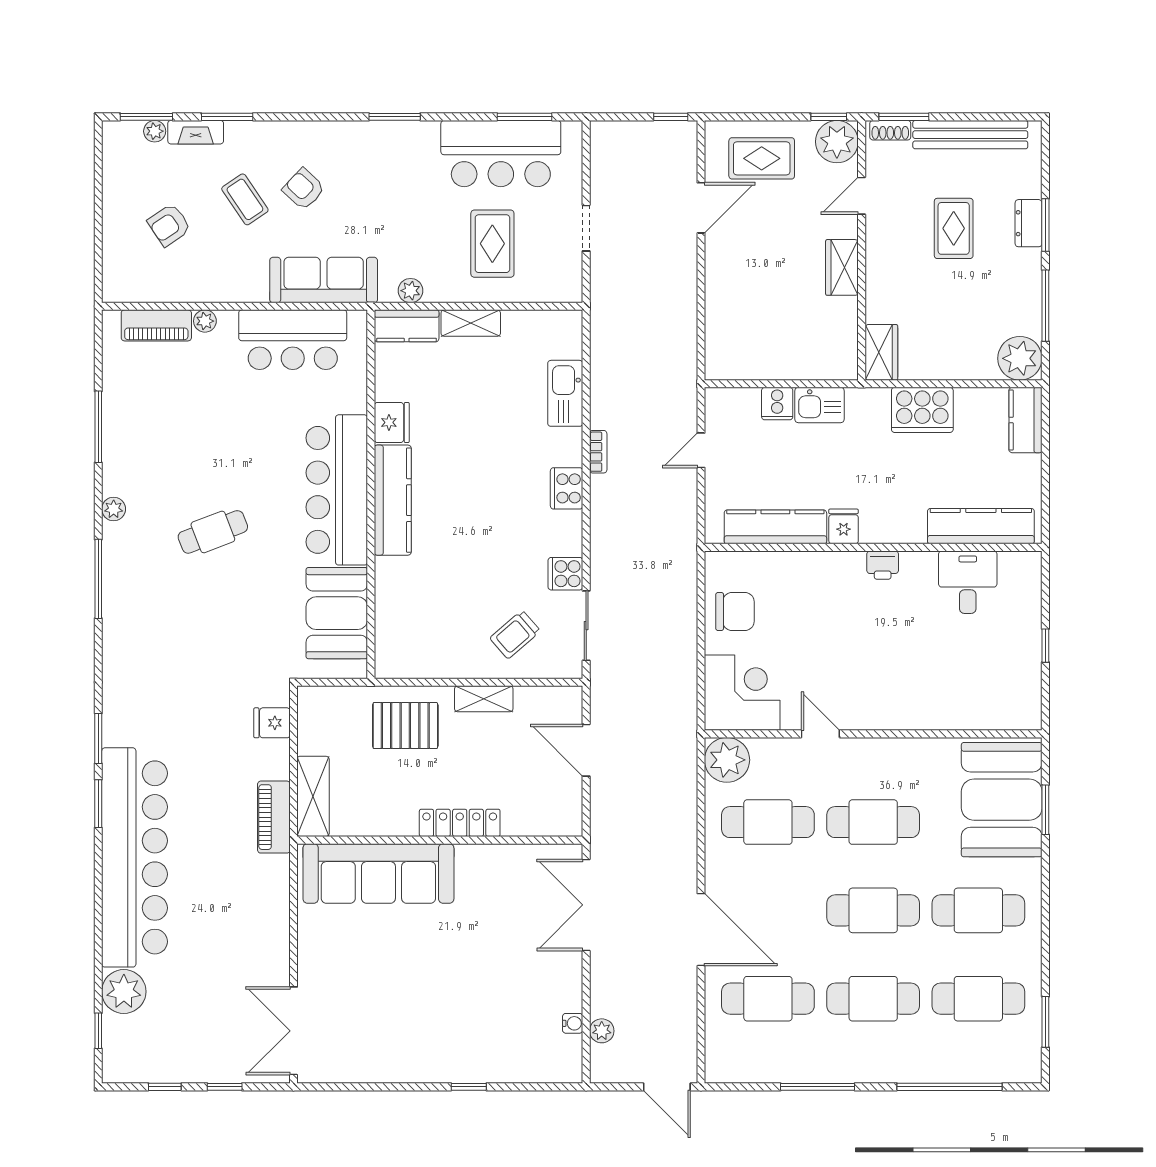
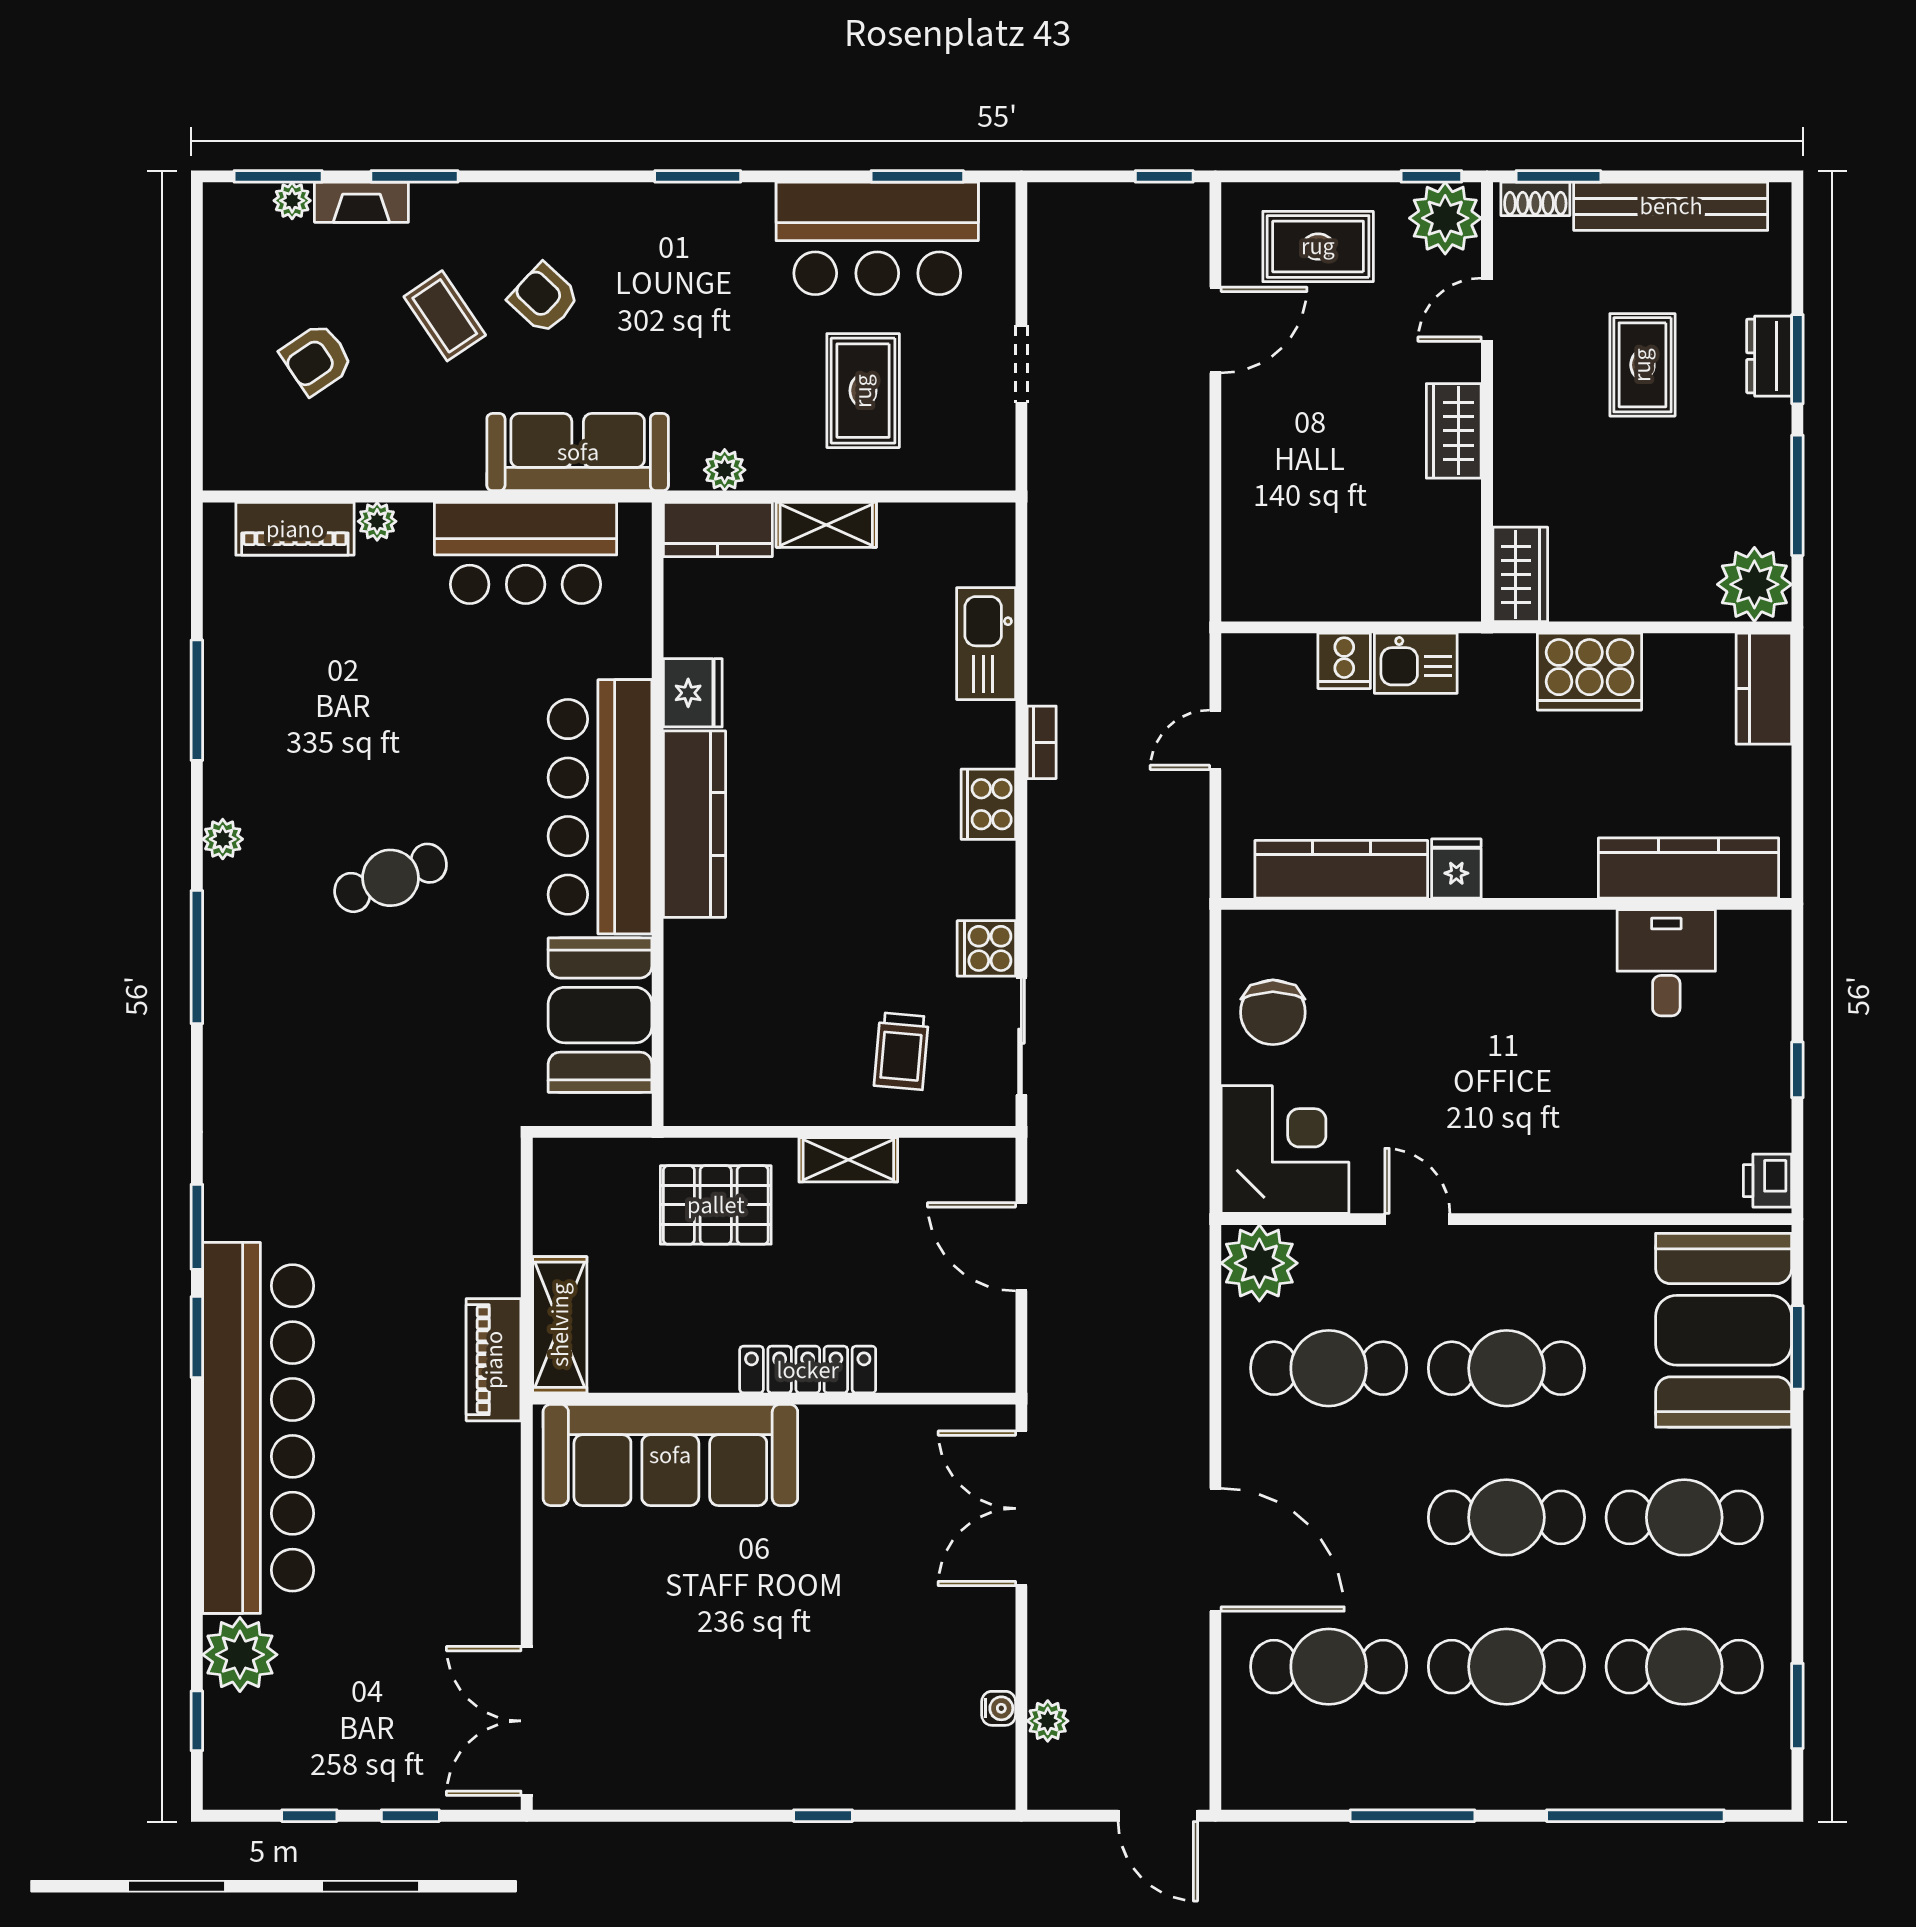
printer: (883, 565) -> (1767, 1181), moved, turned 90
chair: (735, 611) -> (1273, 1012), turned 90
trolley: (515, 635) -> (901, 1051), turned -44
fridge: (272, 723) -> (490, 1200), removed

